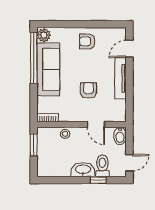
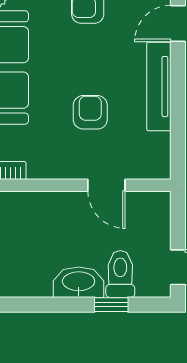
stool: (65, 134) -> (40, 206), removed
bidet: (120, 136) -> (158, 210), removed

